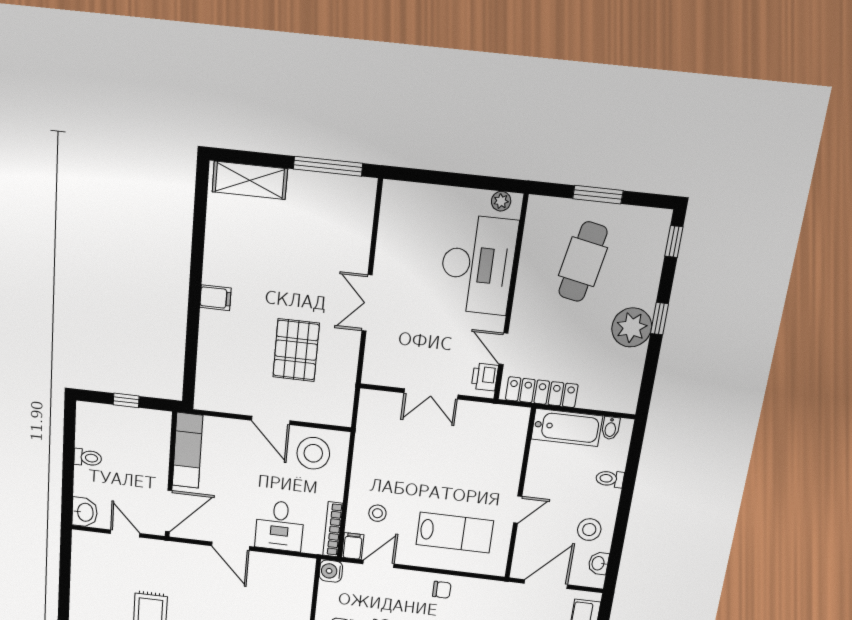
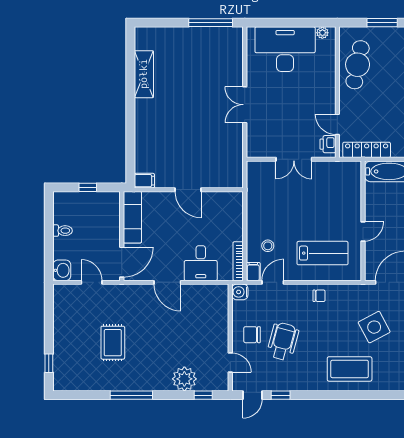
shelving: (250, 180) -> (144, 74), moved, turned 90
cafe table: (583, 262) -> (358, 65), moved
desk: (478, 265) -> (285, 49), moved, turned -90
filing cabinet: (215, 298) -> (144, 181), moved
pallet: (296, 350) -> (201, 140), removed
stool: (313, 453) -> (219, 209), removed

